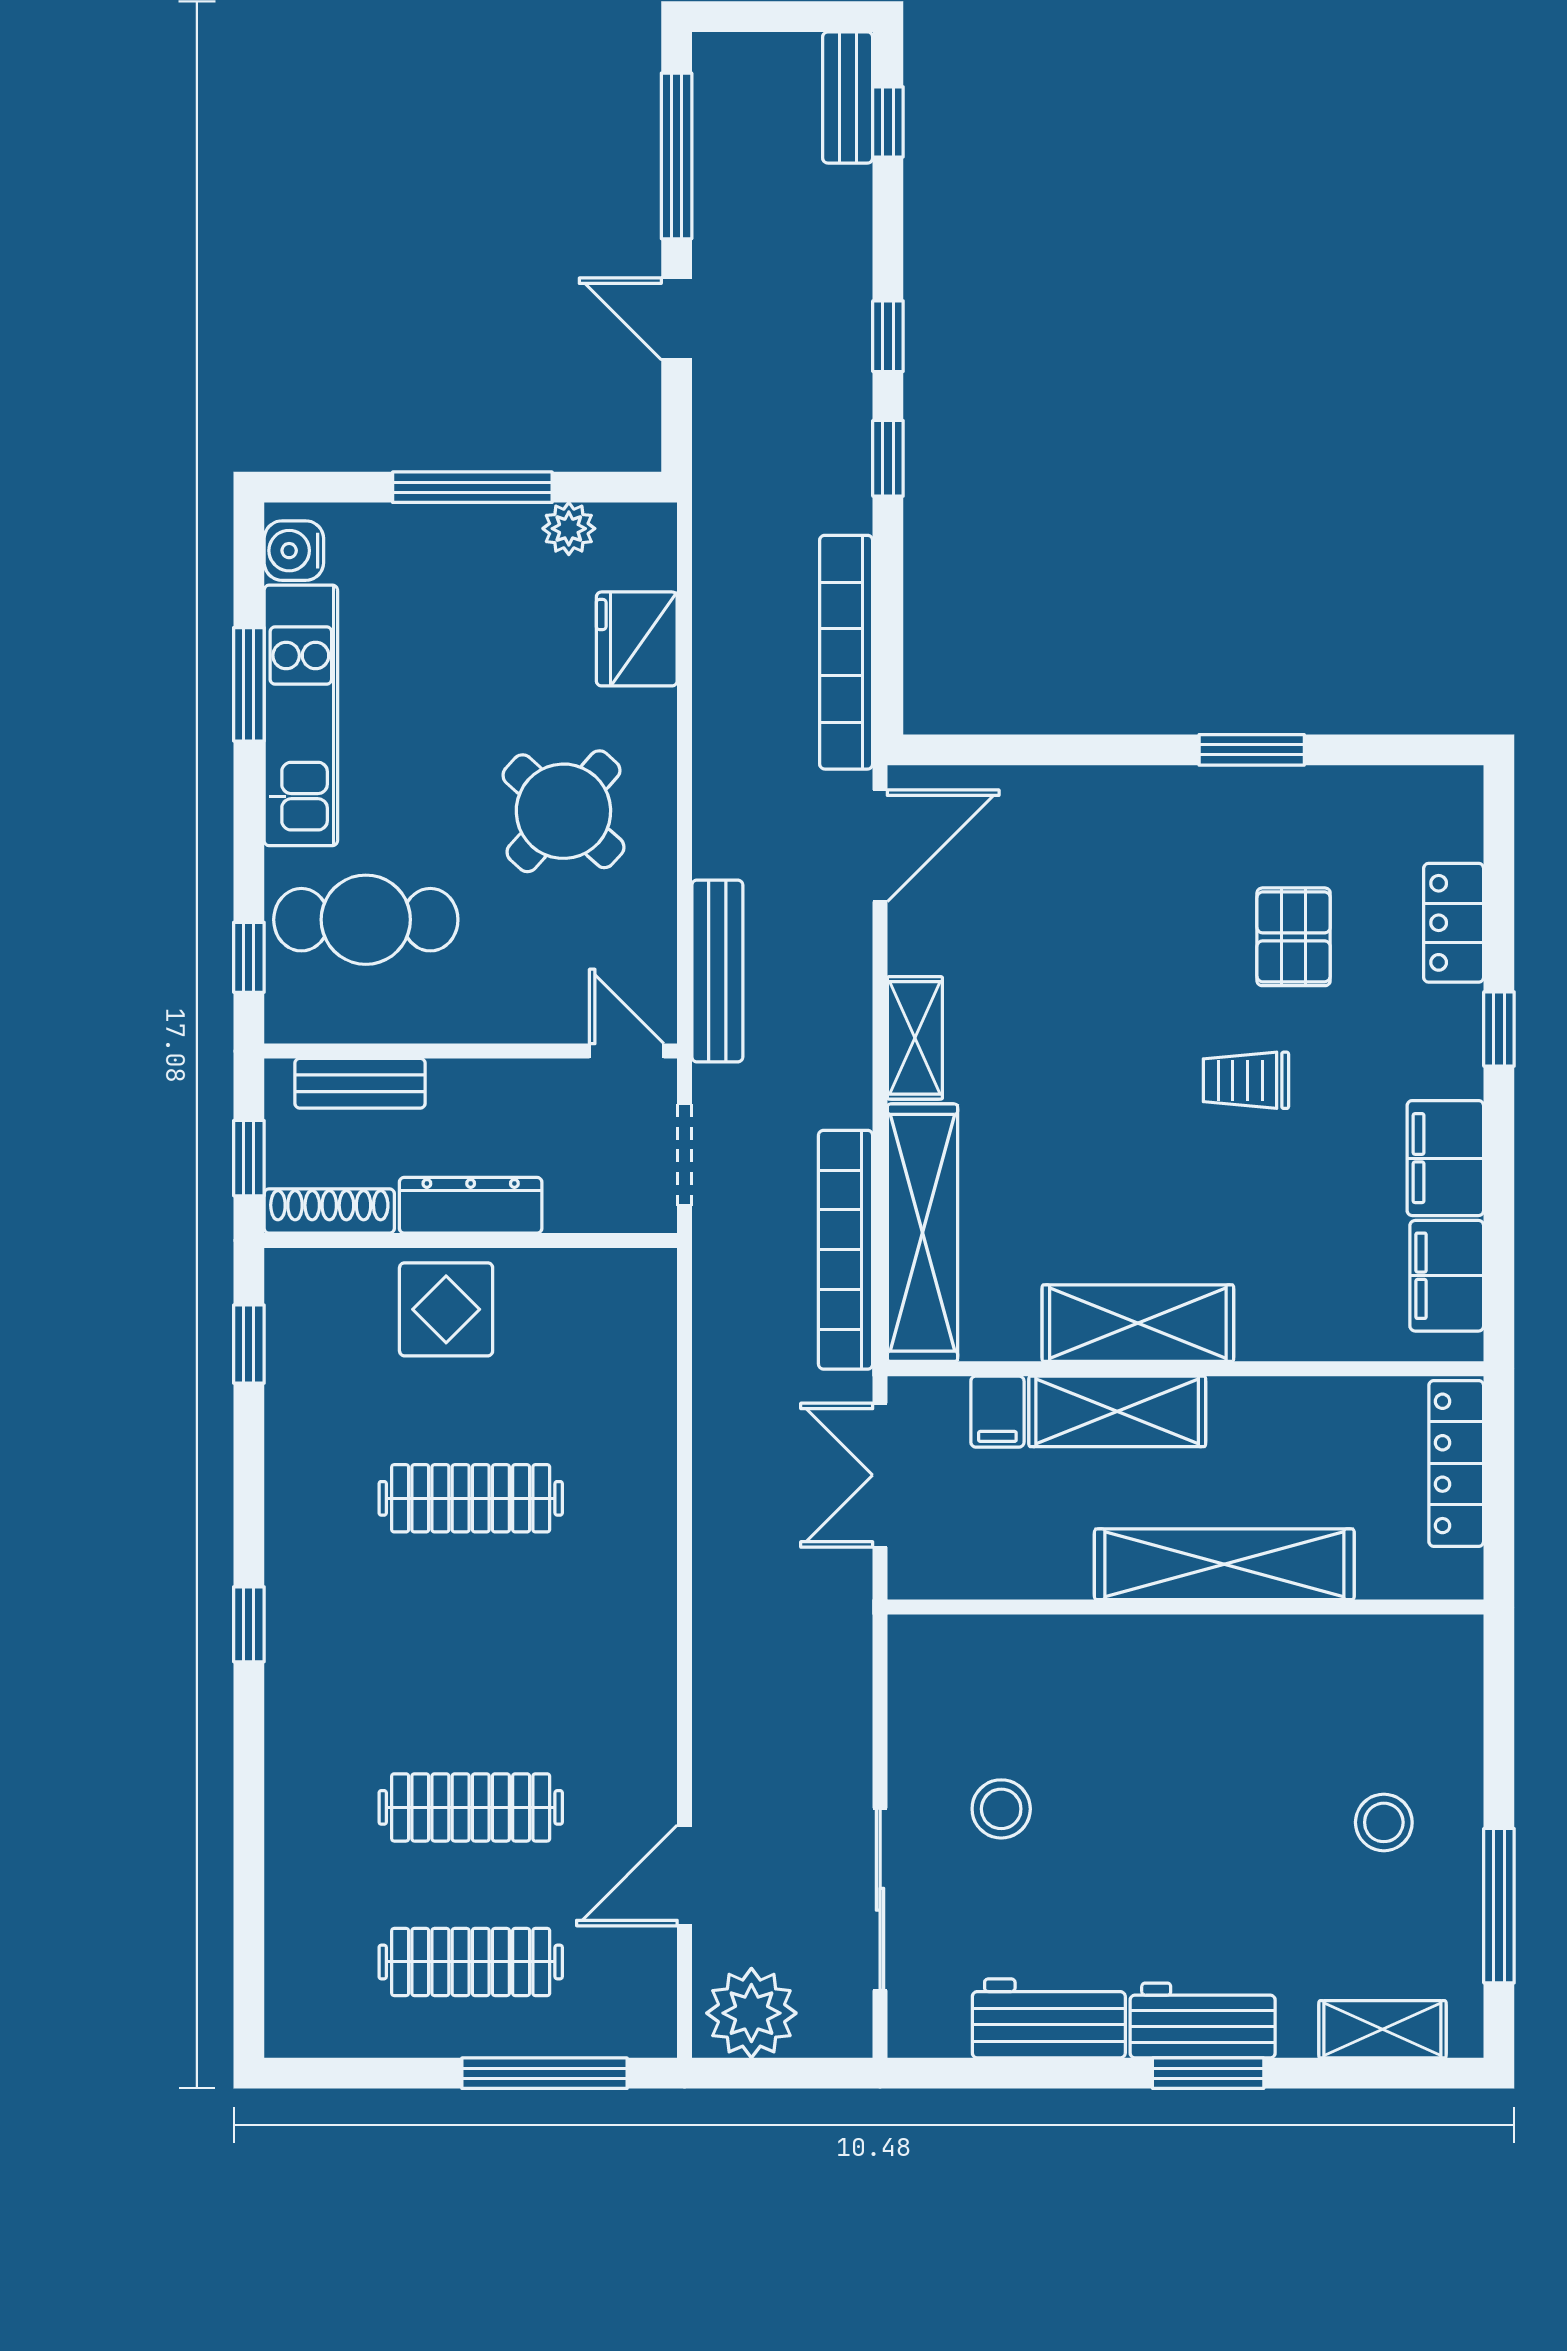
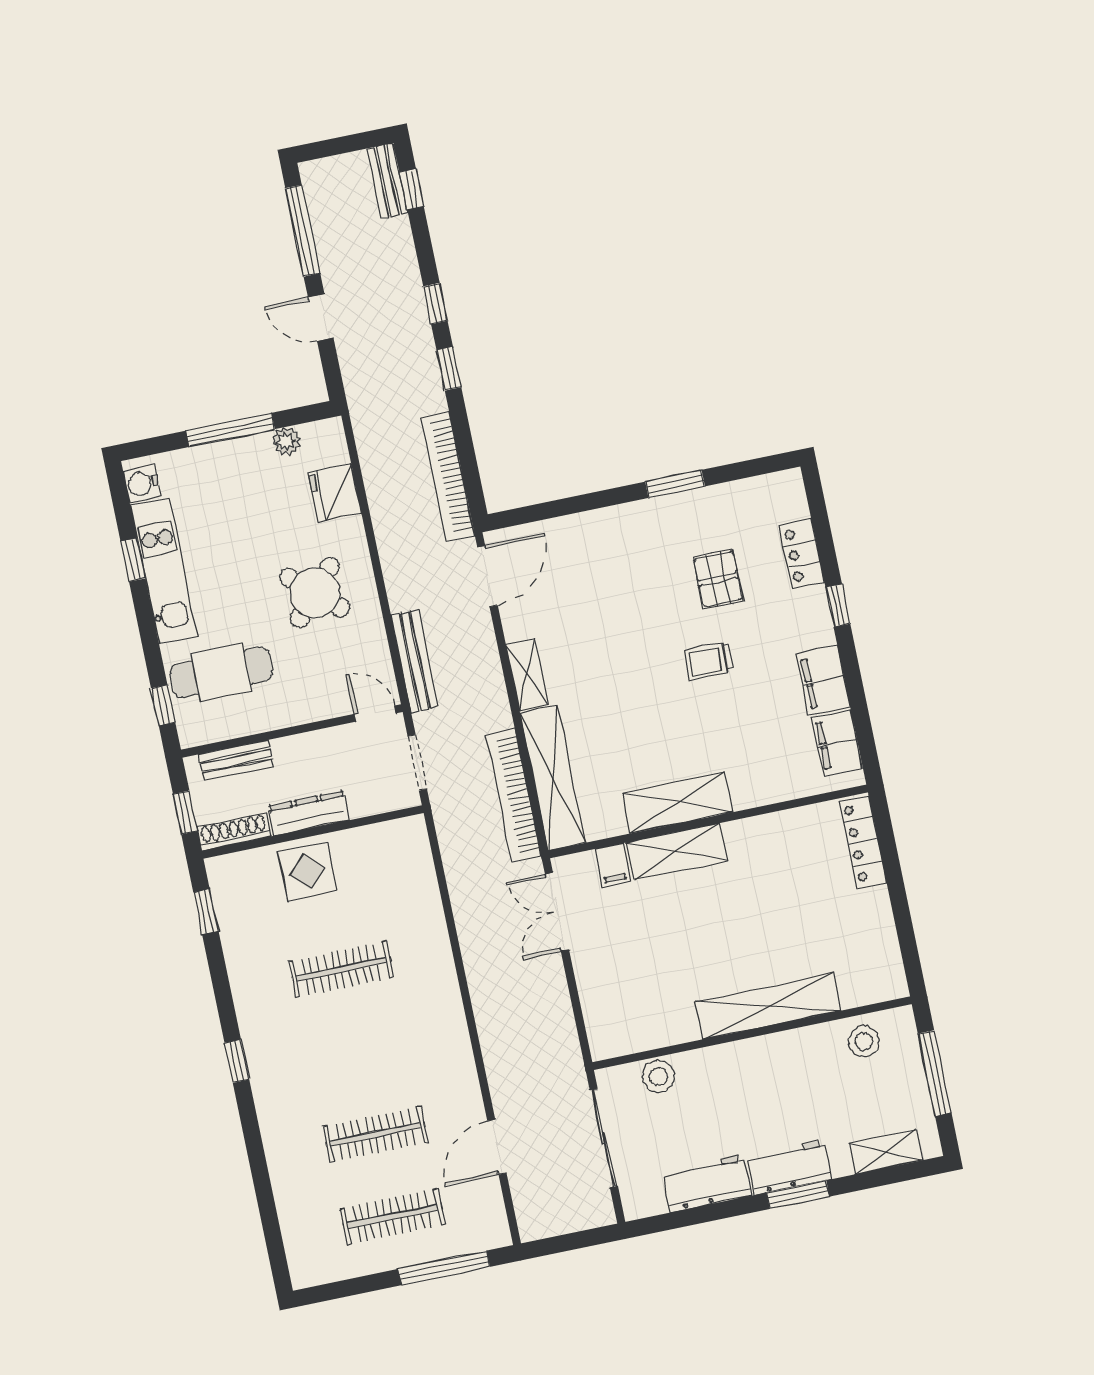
window: (249, 684) -> (133, 560), width x0.67
shelving: (1224, 1564) -> (768, 1006), moved
wall: (1185, 1607) -> (752, 1033), moved
plant: (751, 2013) -> (548, 1213), removed

